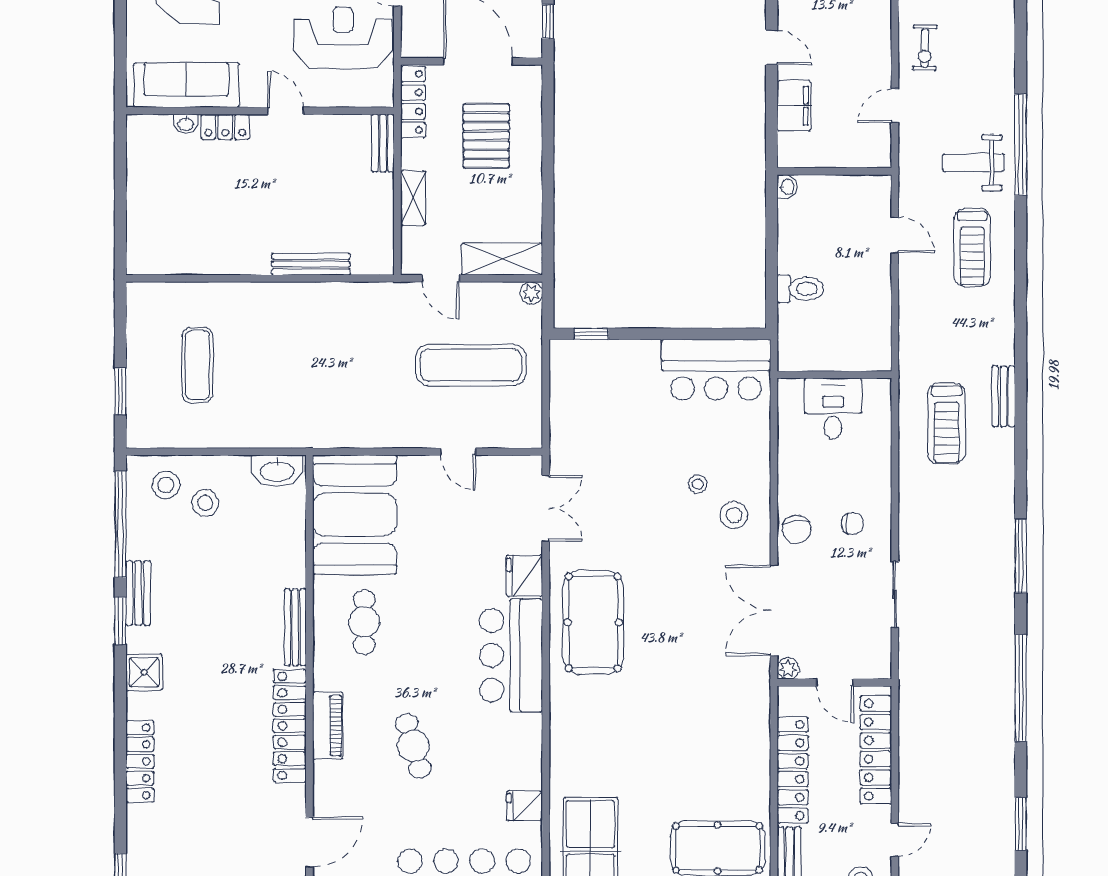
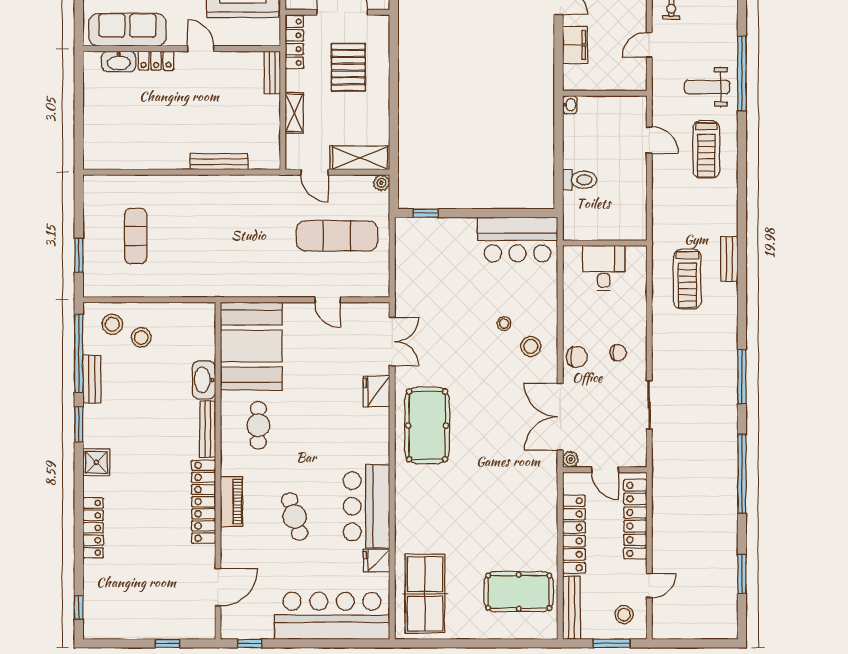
washbasin: (186, 124) -> (119, 62), width x1.91, depth x1.45
washbasin: (277, 471) -> (204, 380), moved, turned 90
chair: (797, 529) -> (577, 357), turned -85
bench: (138, 593) -> (92, 379), moved
bar counter: (511, 655) -> (367, 506), moved

